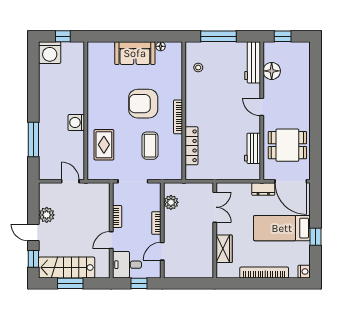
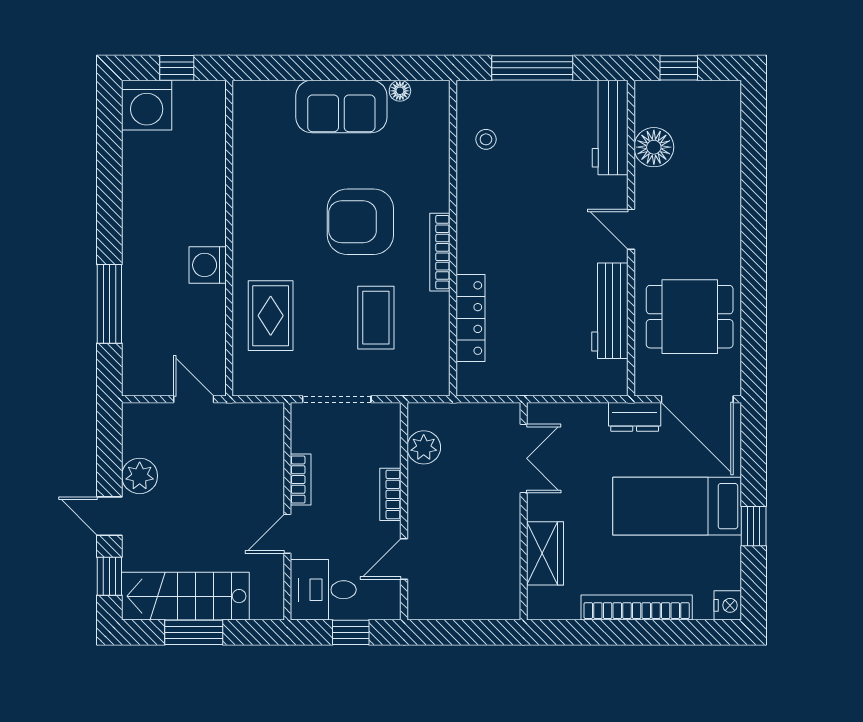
workbench: (252, 148) -> (610, 311), width x1.37

